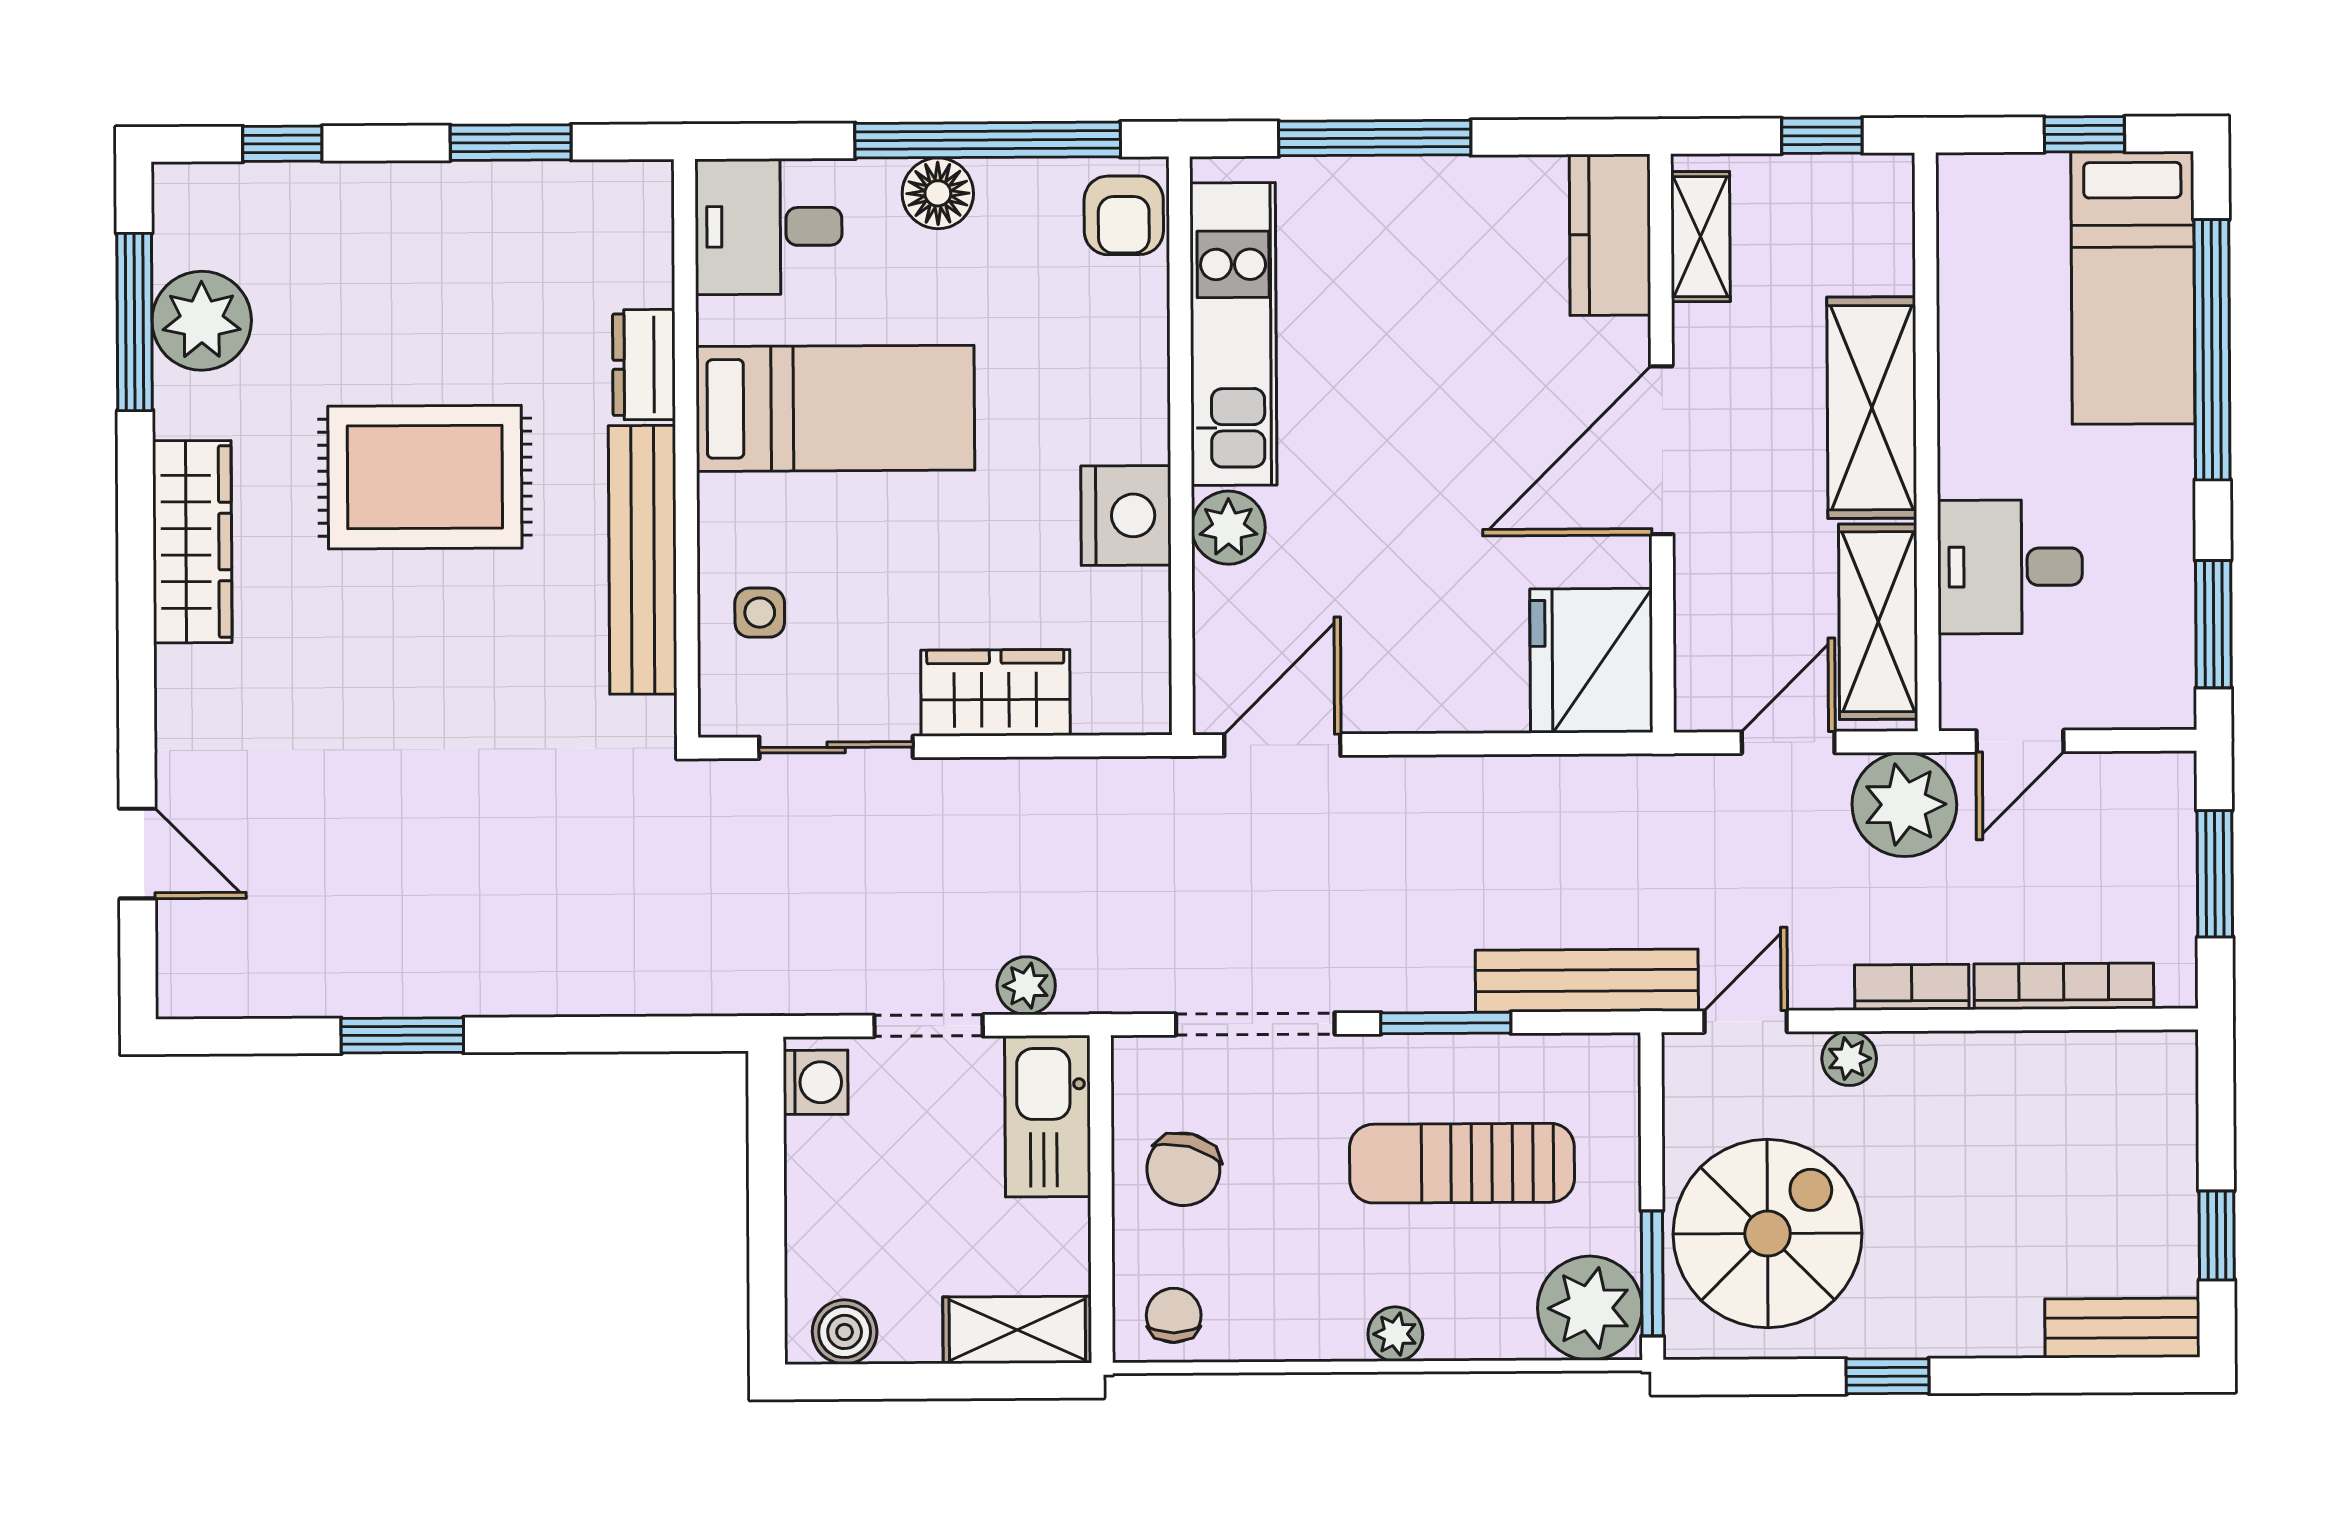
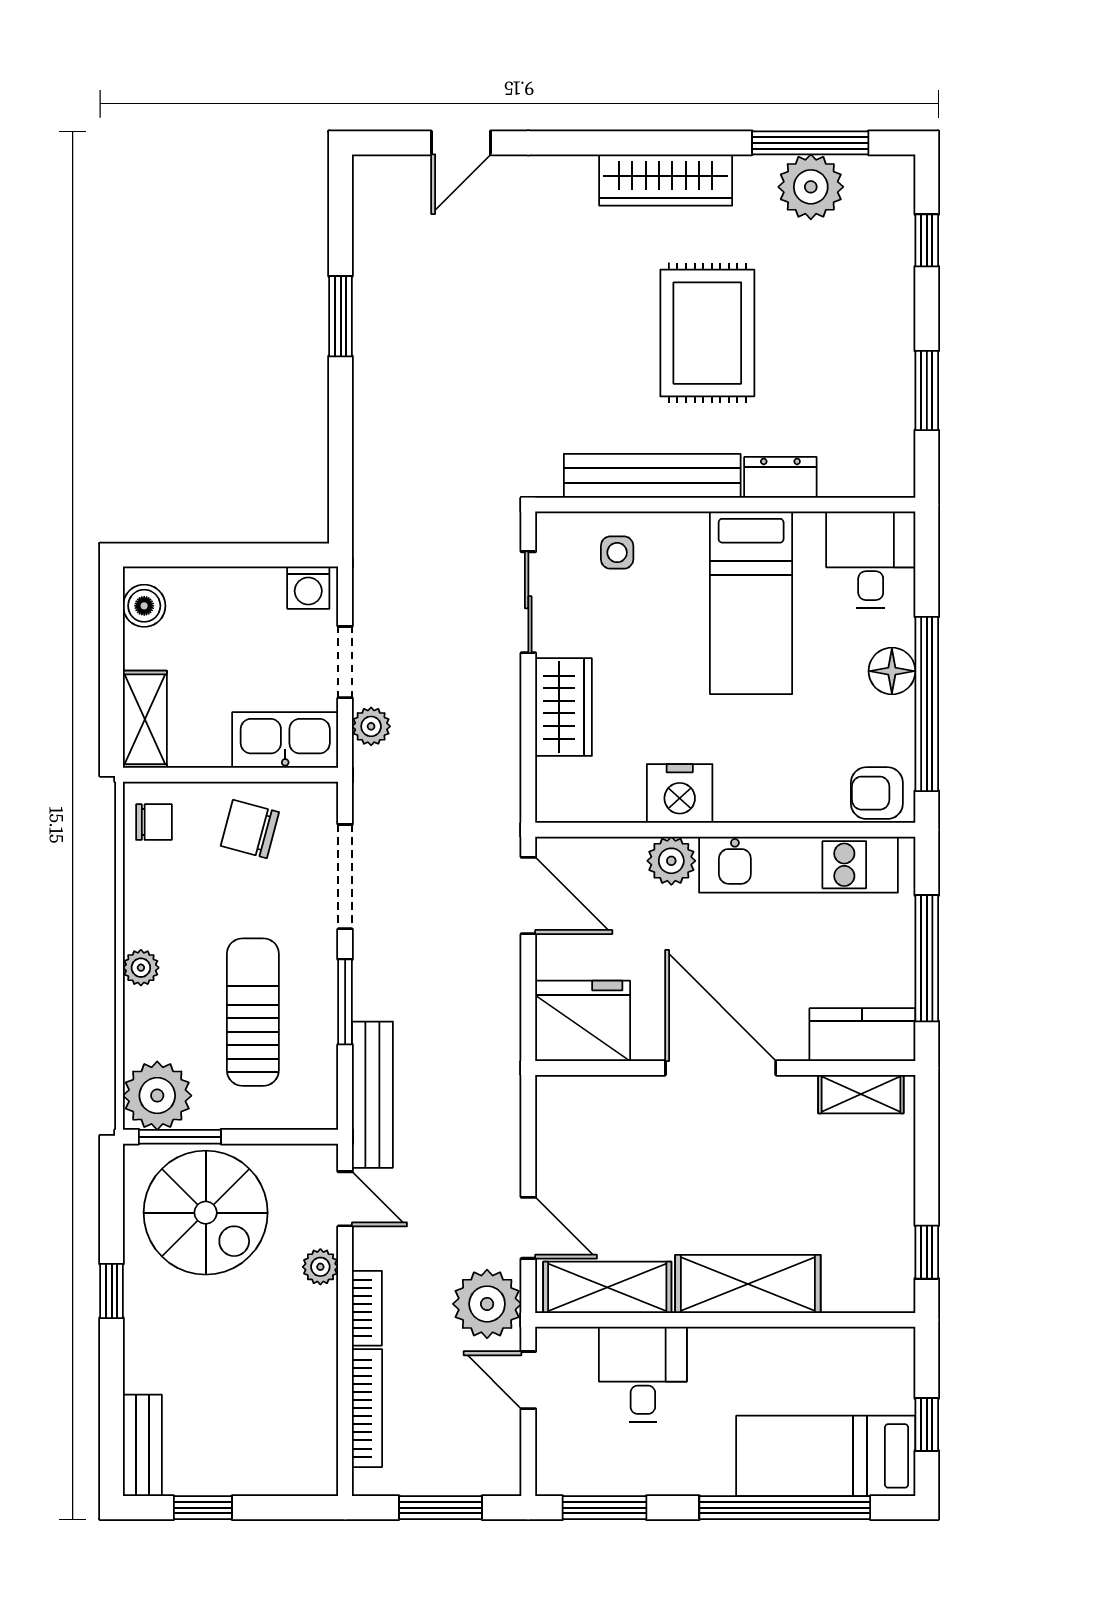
kitchen counter: (1610, 235) -> (862, 1035), moved
shelving: (1701, 237) -> (861, 1094), moved
wall: (1662, 443) -> (725, 1068), moved
door: (1662, 450) -> (721, 1068), moved
fridge: (1591, 661) -> (583, 1021), moved

